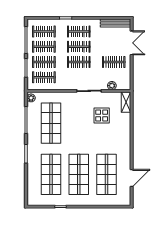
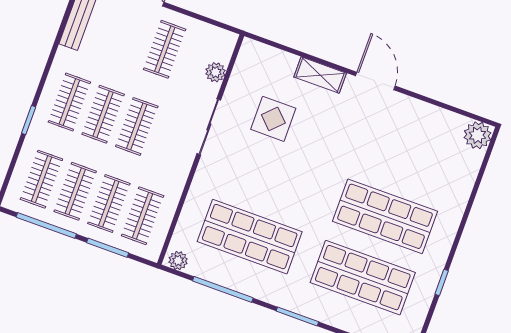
shelving: (126, 102) -> (320, 75), moved
shop shelf: (106, 174) -> (407, 155), removed
door: (132, 178) -> (375, 81), moved
plant: (125, 200) -> (478, 135), added

